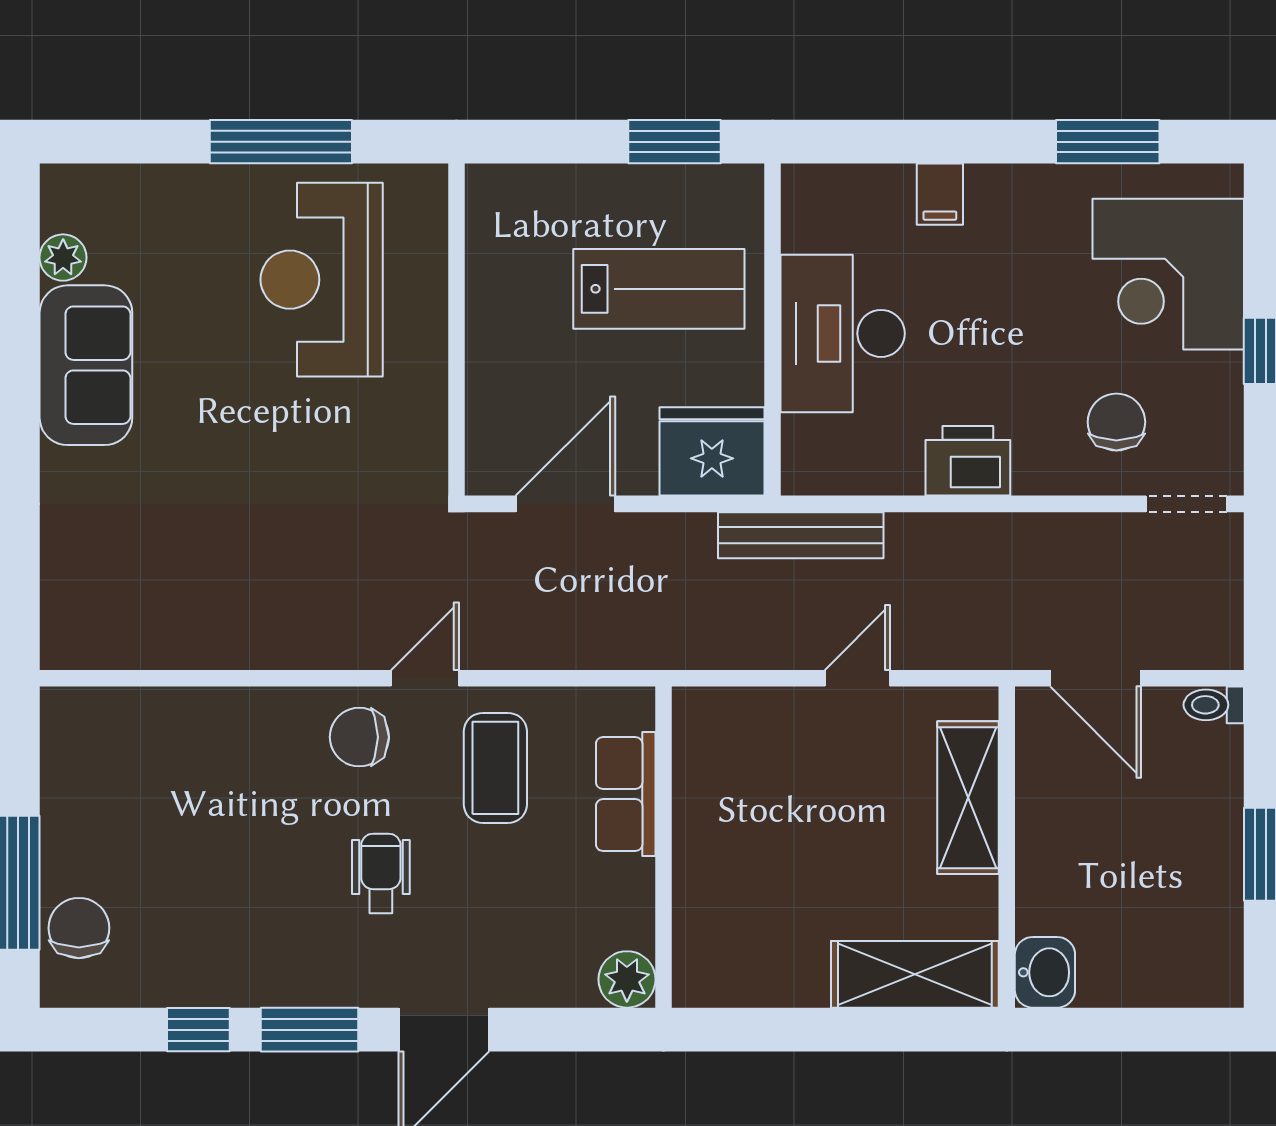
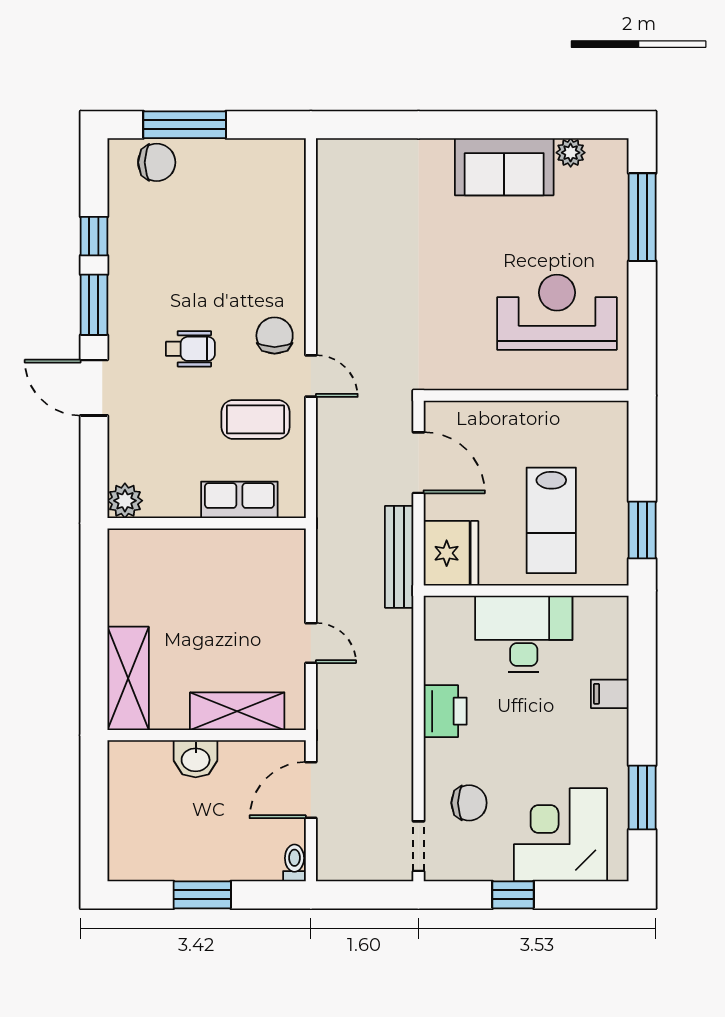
window: (281, 142) -> (642, 217), moved
bench: (801, 535) -> (399, 557), moved
washbasin: (1045, 972) -> (196, 759), moved

